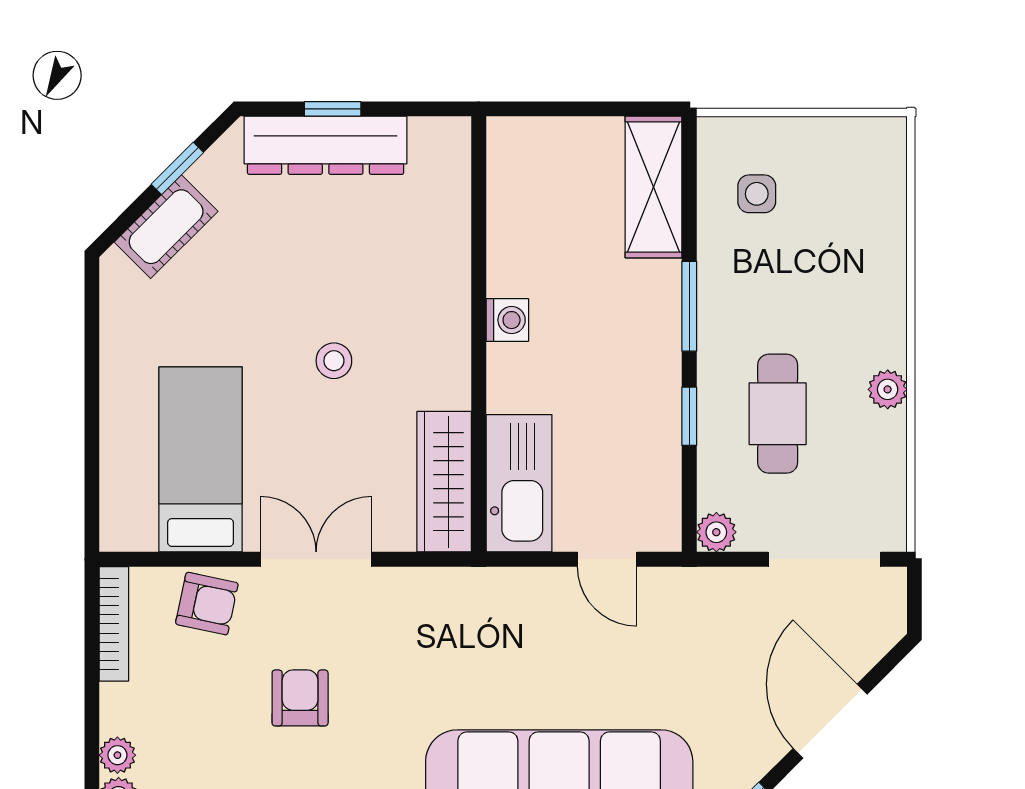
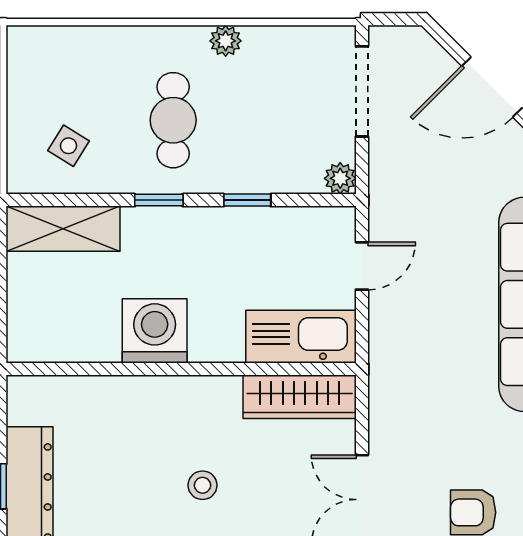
side table: (757, 194) -> (69, 146), turned 32
window: (689, 306) -> (159, 200), width x0.67
washing machine: (507, 320) -> (155, 331), width x1.89, depth x1.89
cafe table: (778, 414) -> (173, 120), moved, turned 90

